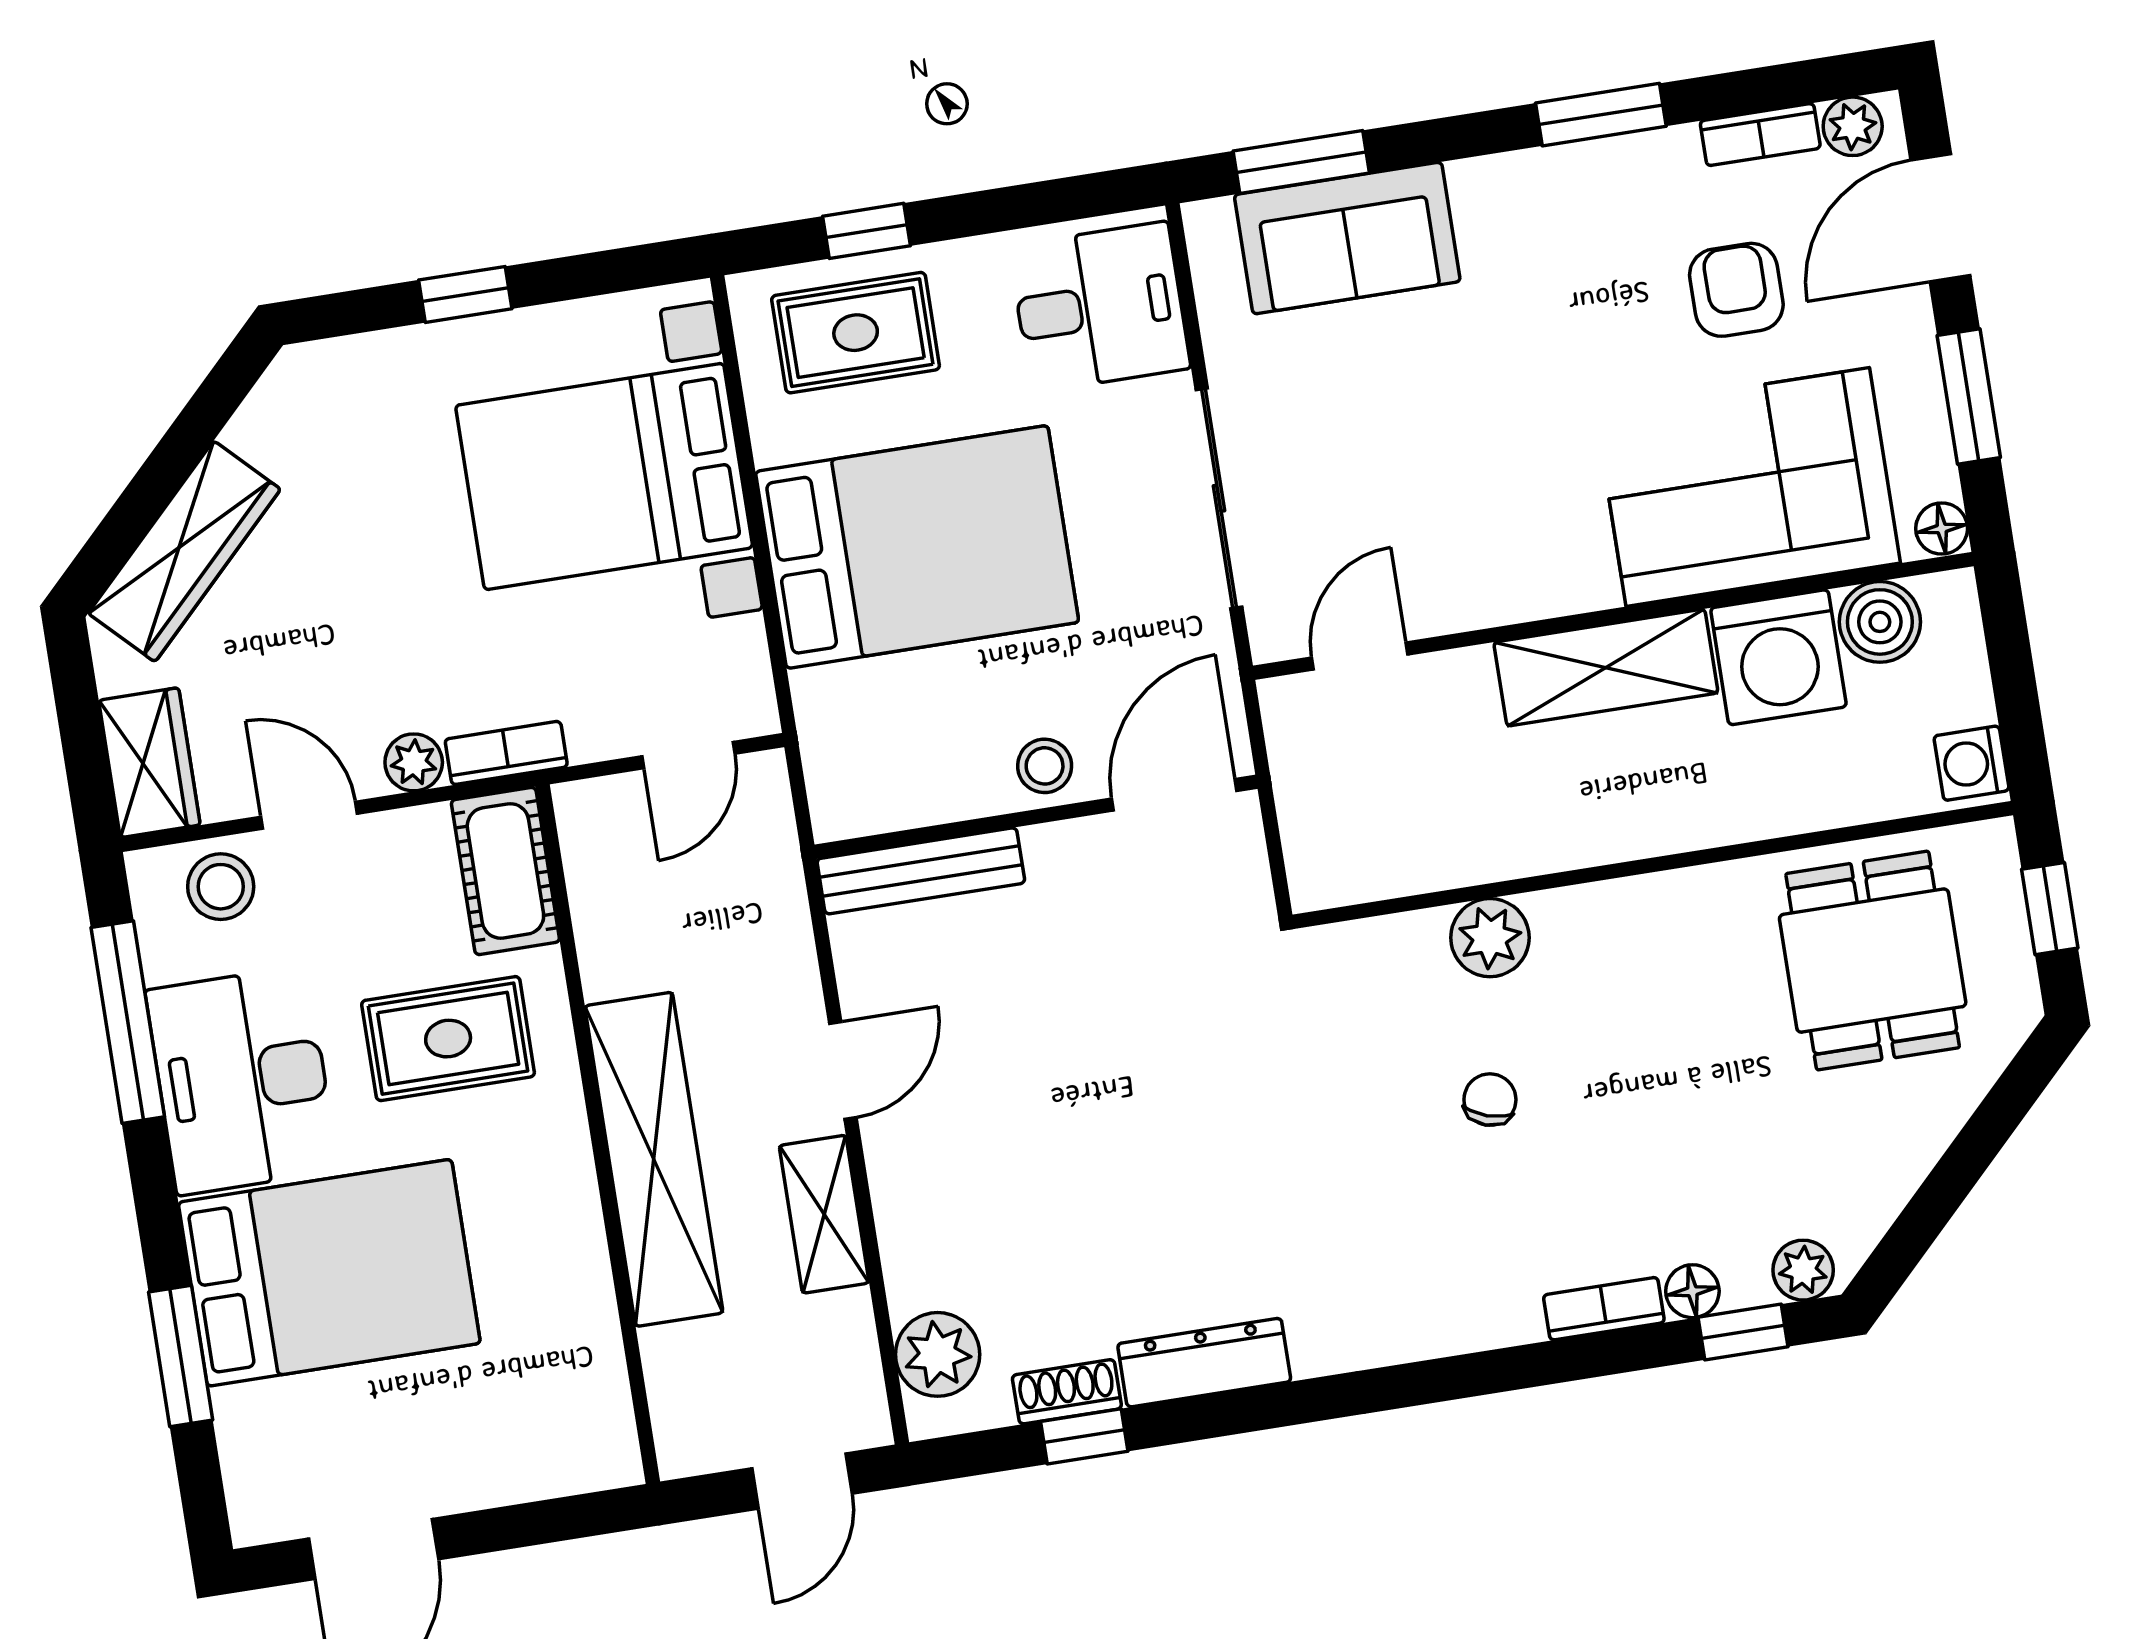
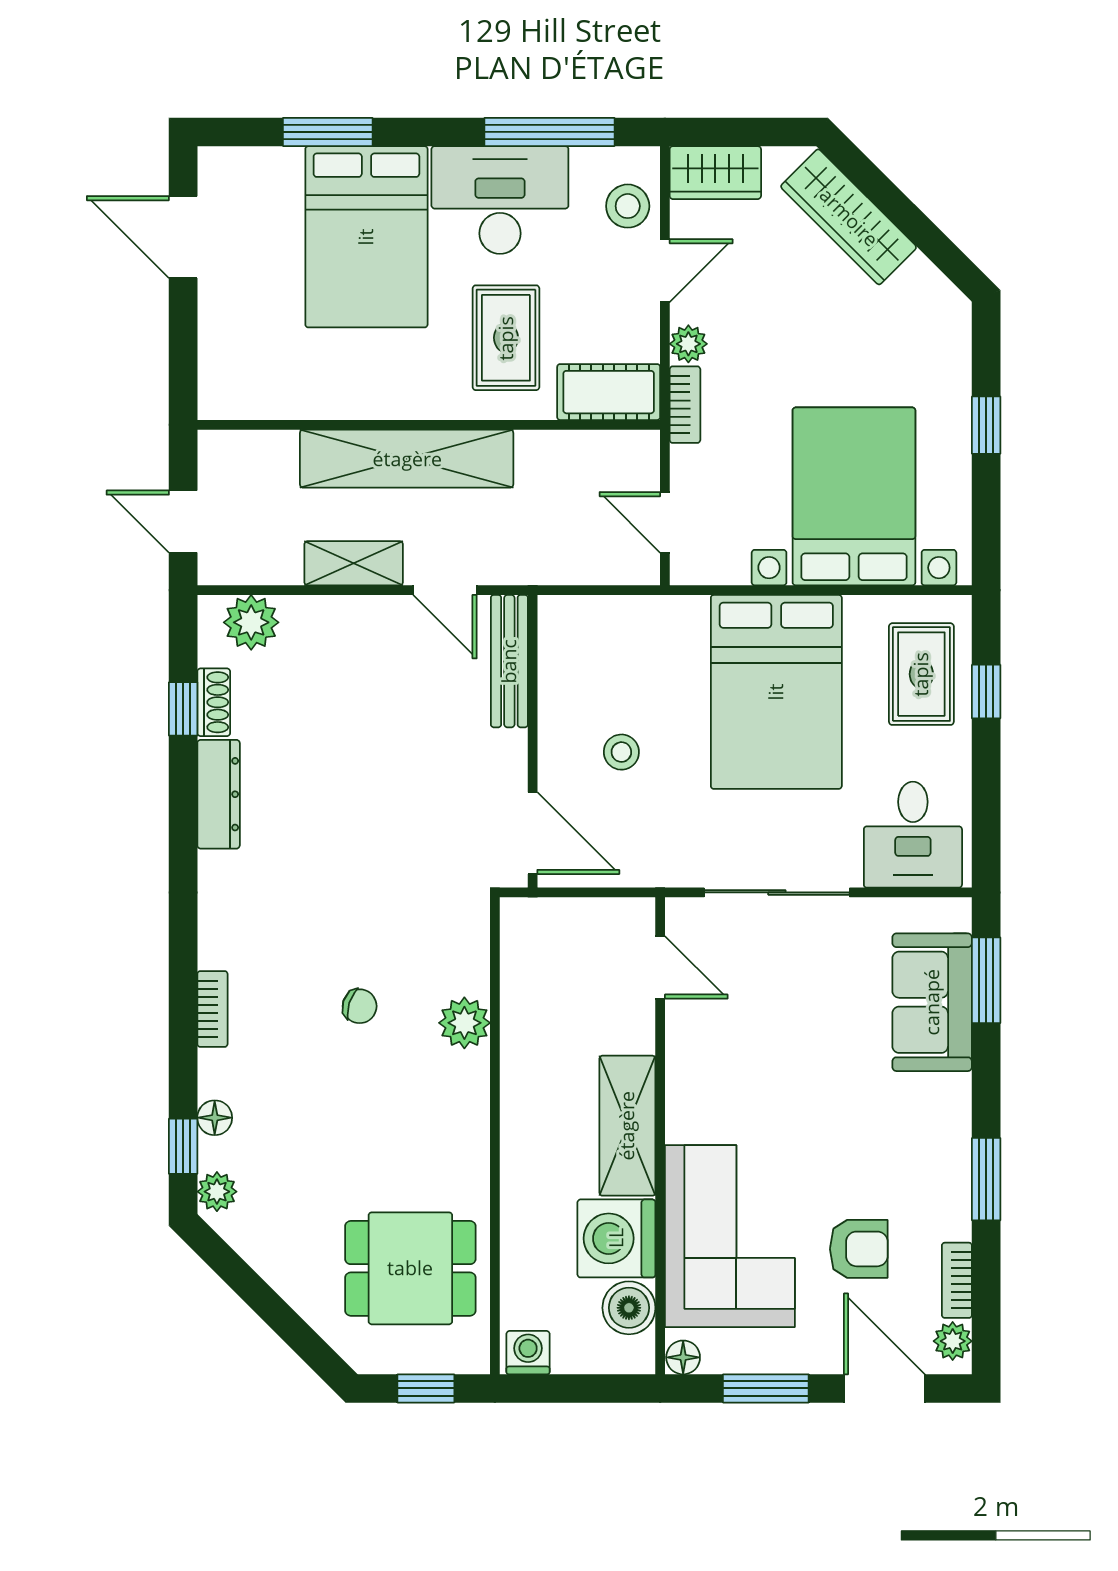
door: (1174, 795) -> (533, 833), moved
wall: (1036, 817) -> (533, 741), moved
bench: (921, 871) -> (509, 661), moved
bookcase: (1604, 1309) -> (212, 1009), moved

